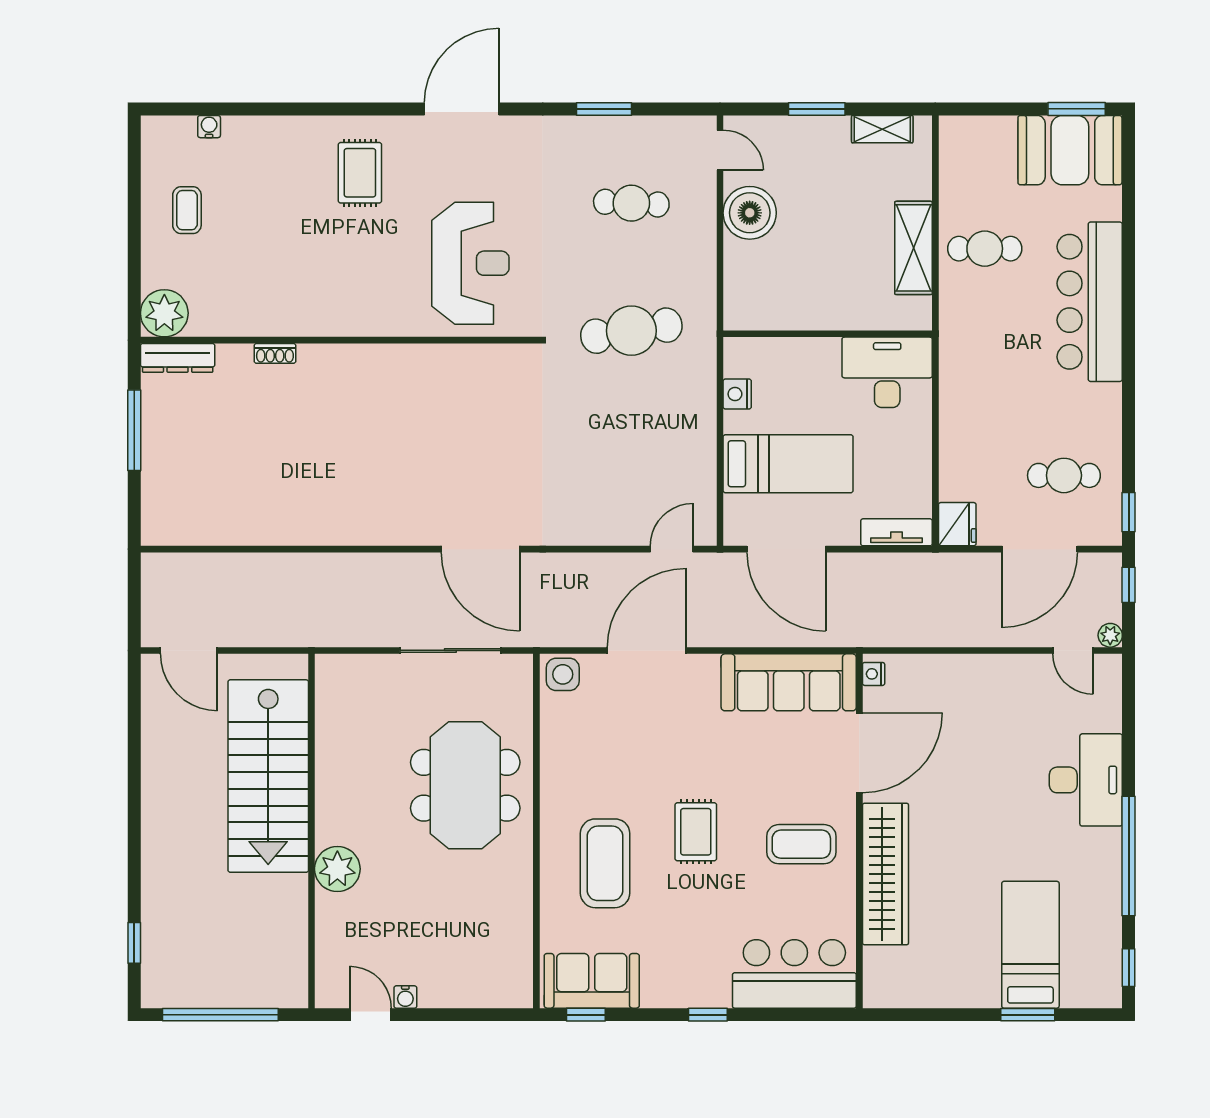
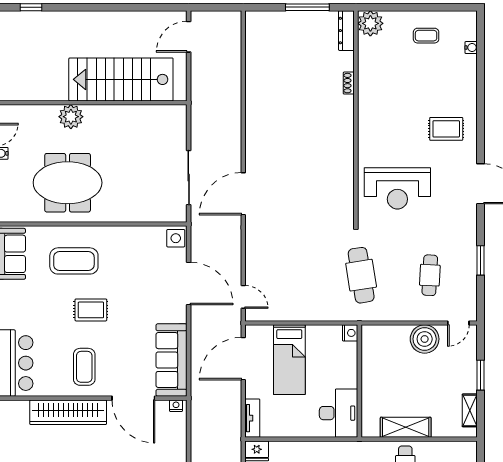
nightstand: (737, 394) -> (350, 333), moved, turned 90
meeting table: (465, 785) -> (68, 183), moved

